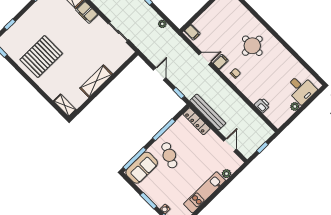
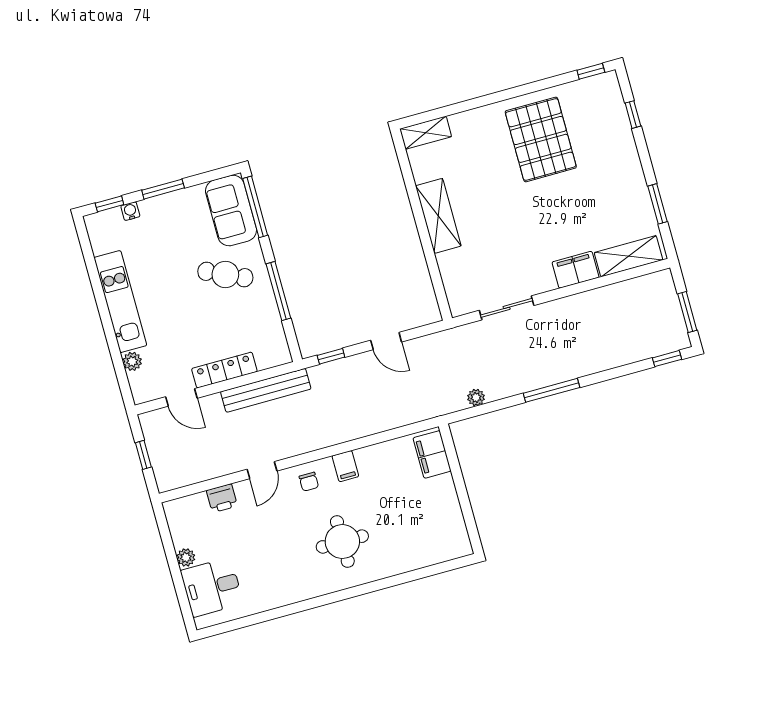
filing cabinet: (192, 32) -> (432, 454), width x2.00
door: (205, 58) -> (262, 470), moved
locker: (197, 121) -> (224, 370), moved

